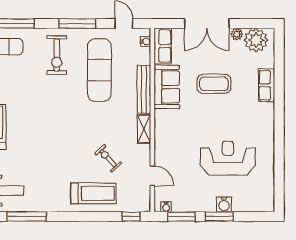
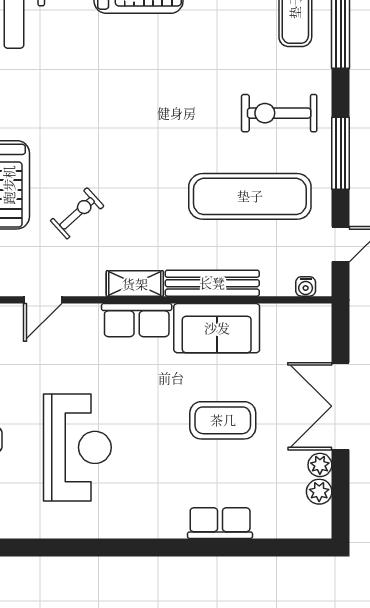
plant: (256, 40) -> (319, 492), width x0.53, depth x0.53
row of seats: (163, 46) -> (137, 320), moved
coffee table: (214, 84) -> (223, 420), turned 90

